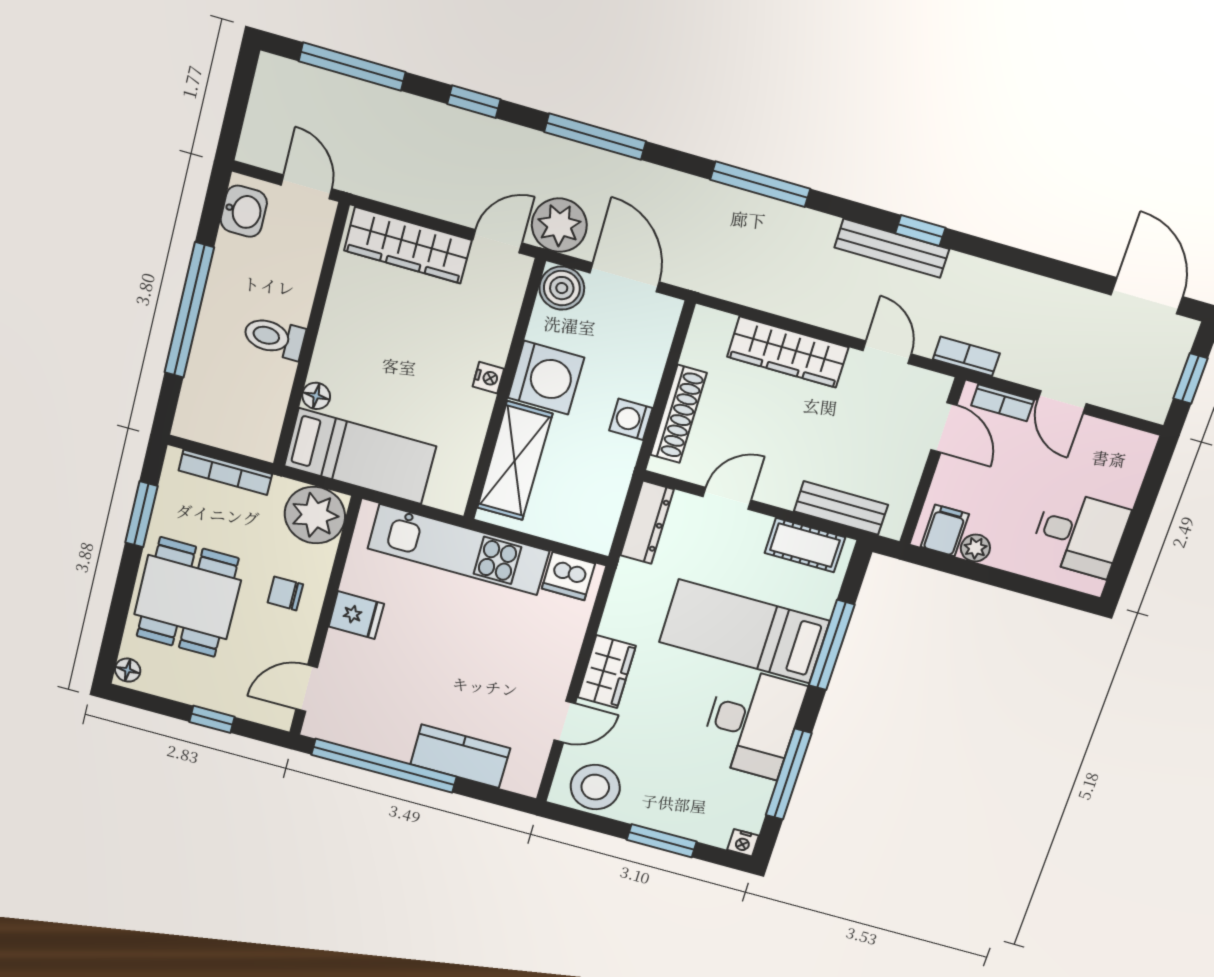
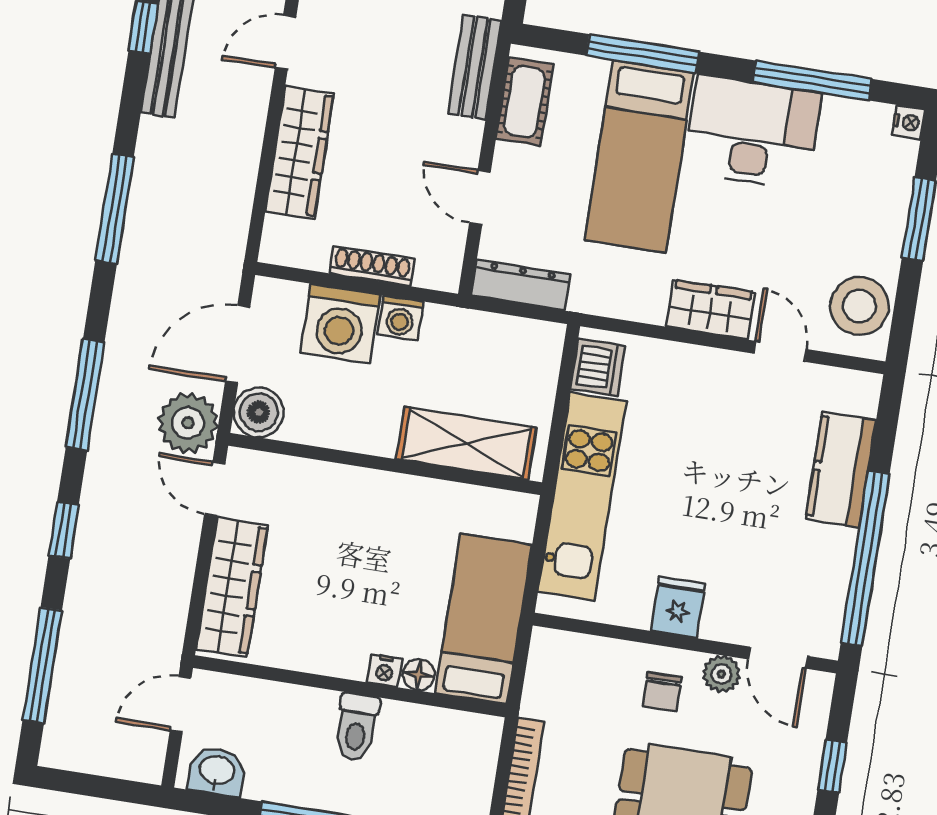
nightstand: (488, 378) -> (385, 671), moved, turned 180
washing machine: (546, 378) -> (340, 324), moved, turned 180
shoe rack: (679, 414) -> (372, 266), width x0.74, depth x0.81
plant: (315, 515) -> (722, 674), moved, width x0.53, depth x0.53

